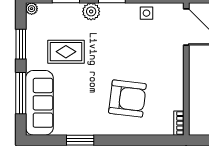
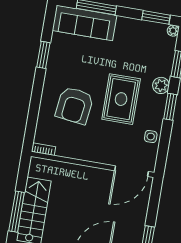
window: (21, 44) -> (156, 17), moved
rug: (66, 52) -> (121, 99), moved, width x1.36, depth x1.43

